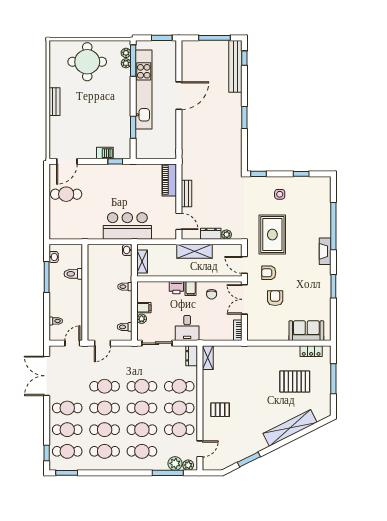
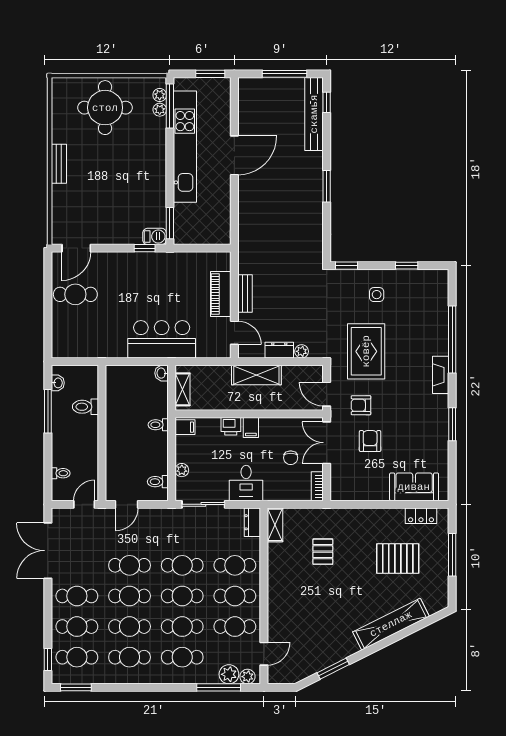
window: (133, 127) -> (170, 223), moved
barbecue: (105, 153) -> (155, 236), moved
piano: (169, 180) -> (221, 294), moved
chair: (212, 294) -> (291, 458), moved
filing cabinet: (144, 308) -> (185, 427), moved
pallet: (220, 410) -> (323, 552), moved, turned 90

